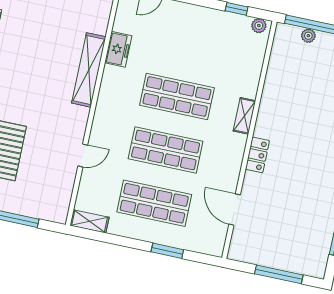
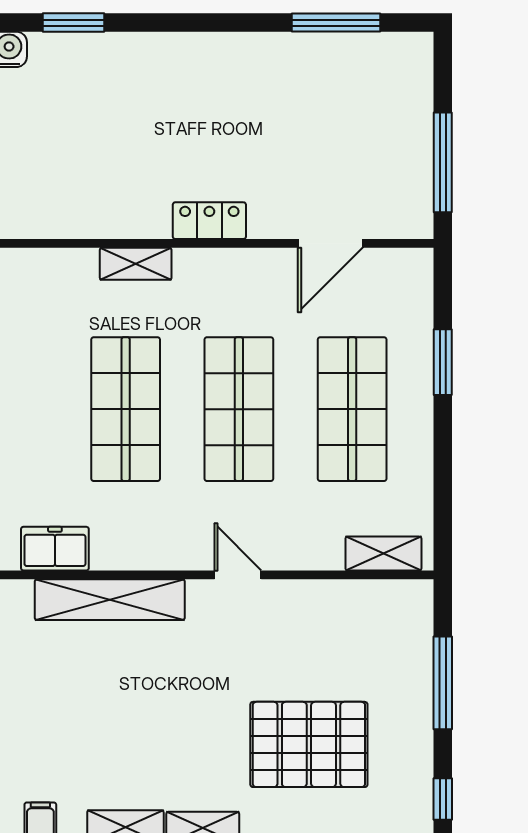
door: (83, 155) -> (238, 575), moved
shelving: (90, 221) -> (383, 553), moved, turned 90
window: (279, 274) -> (443, 162), moved

